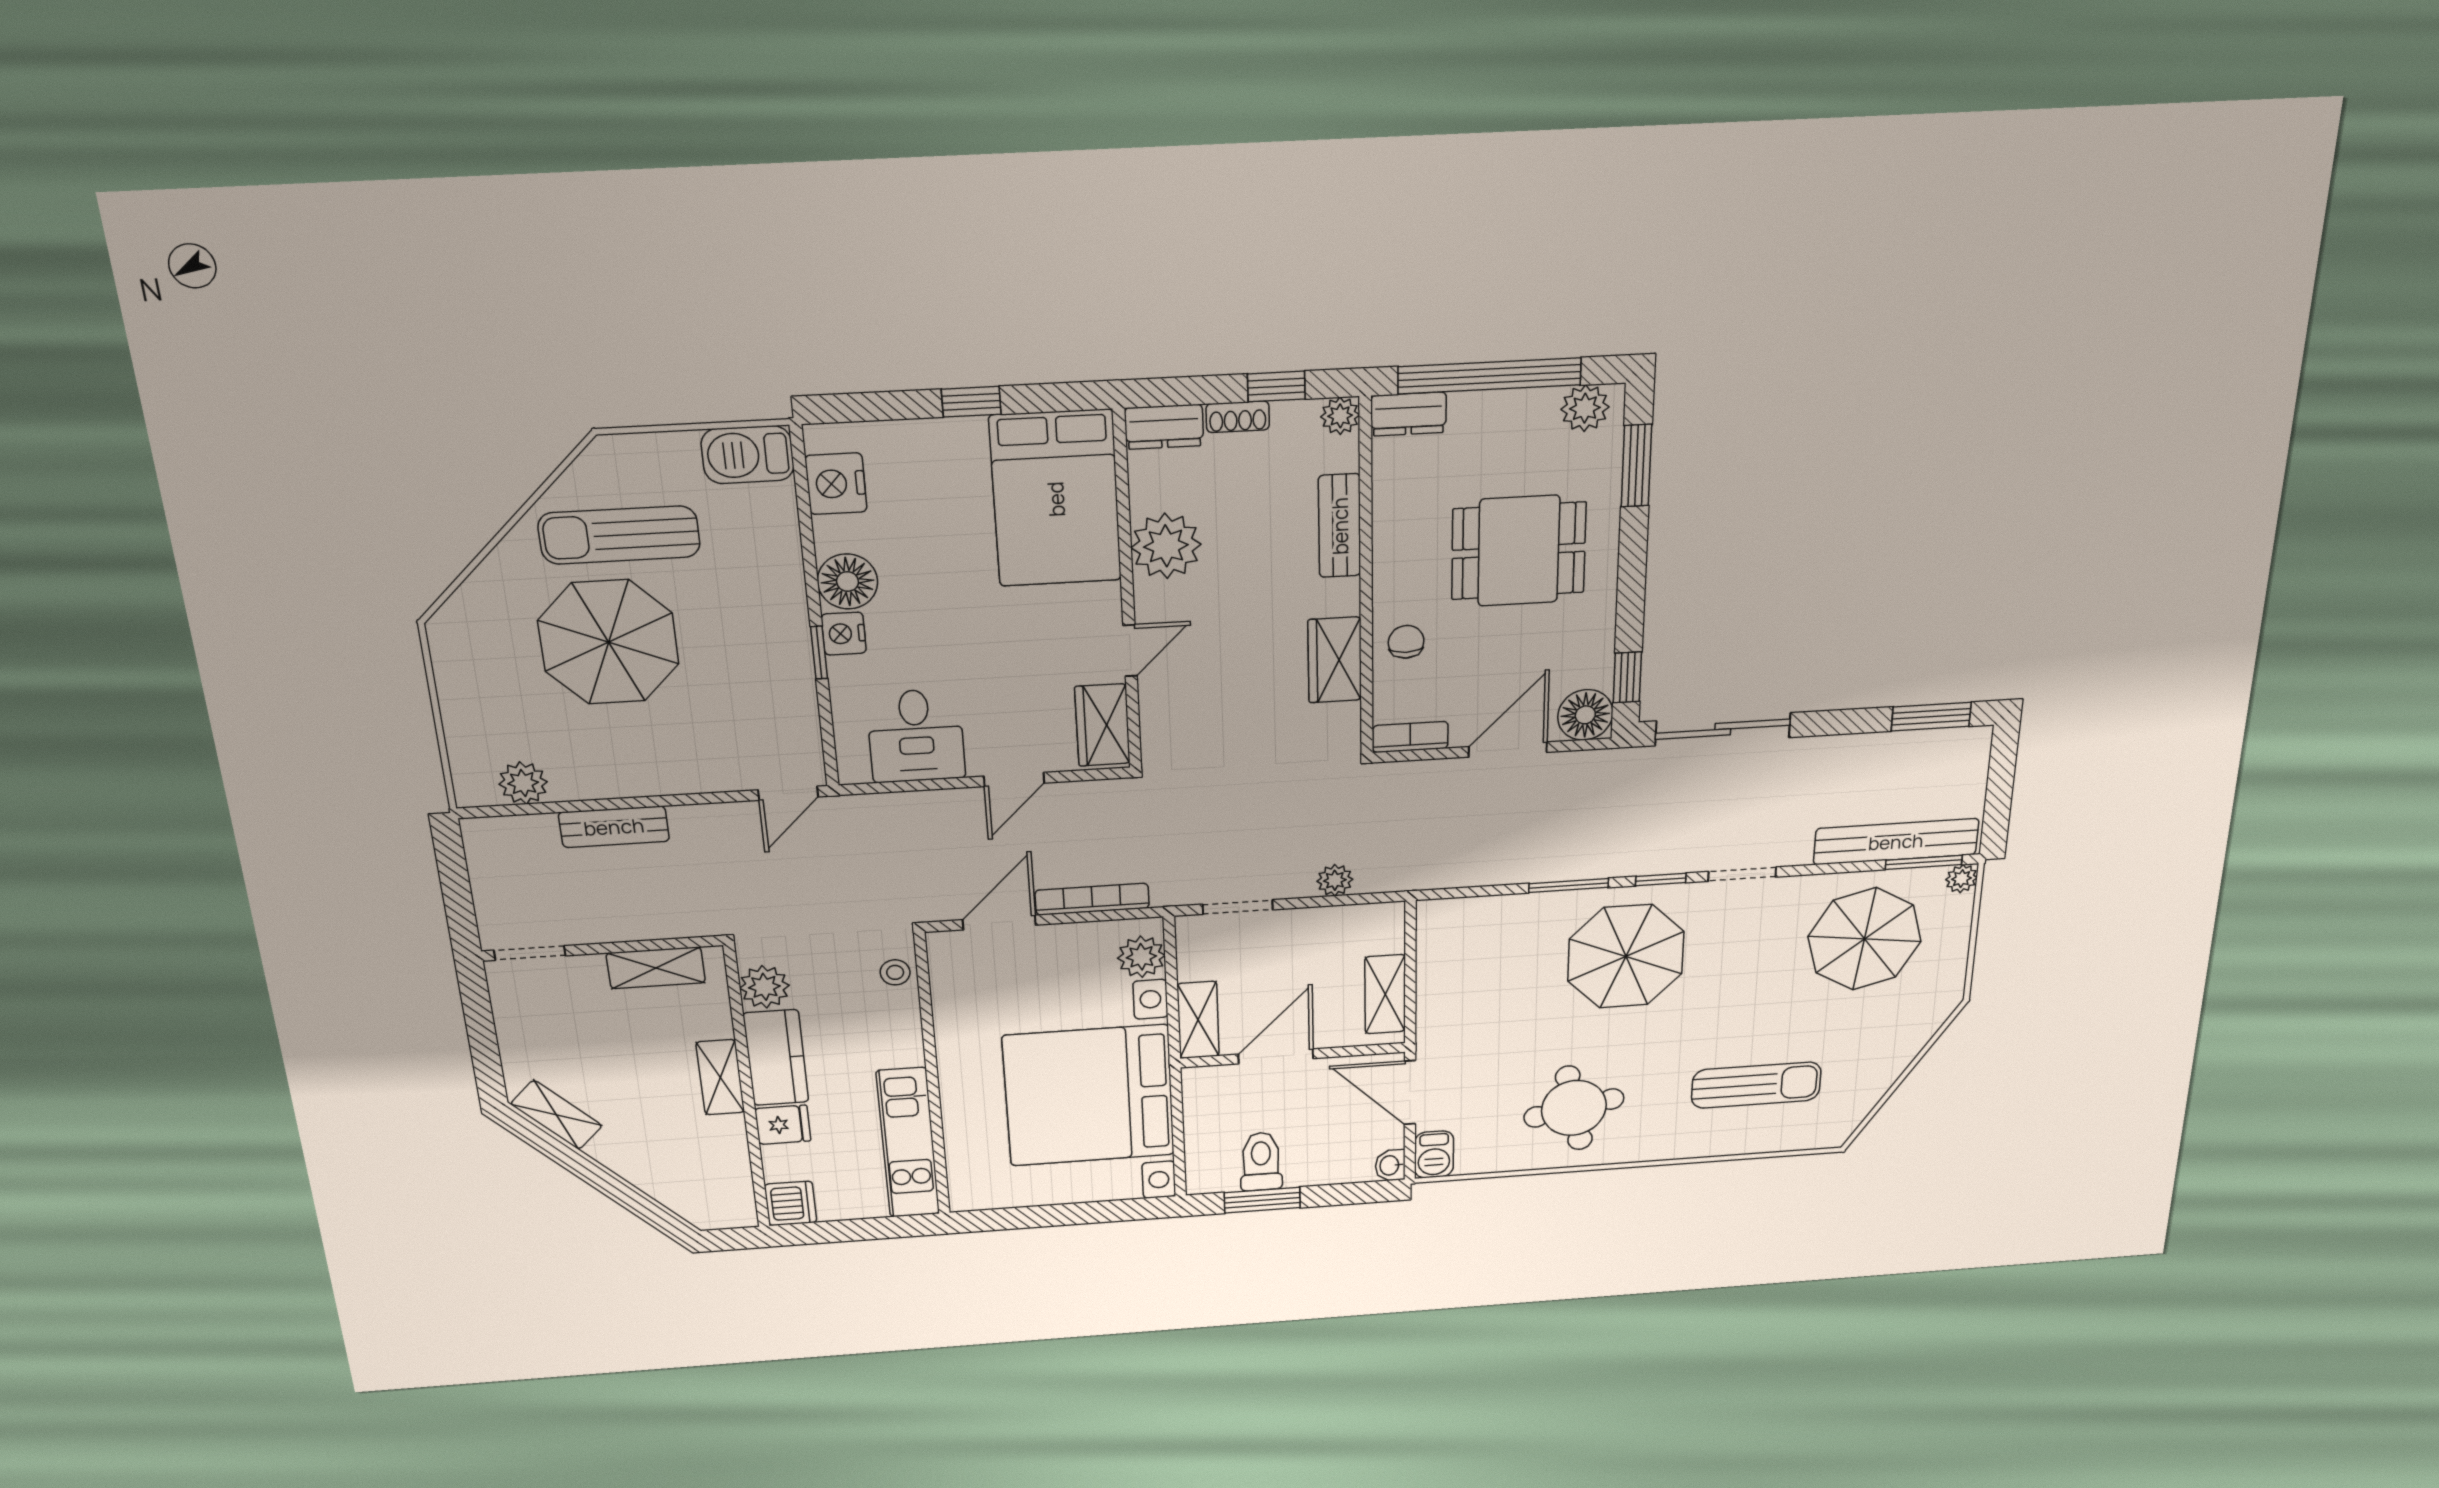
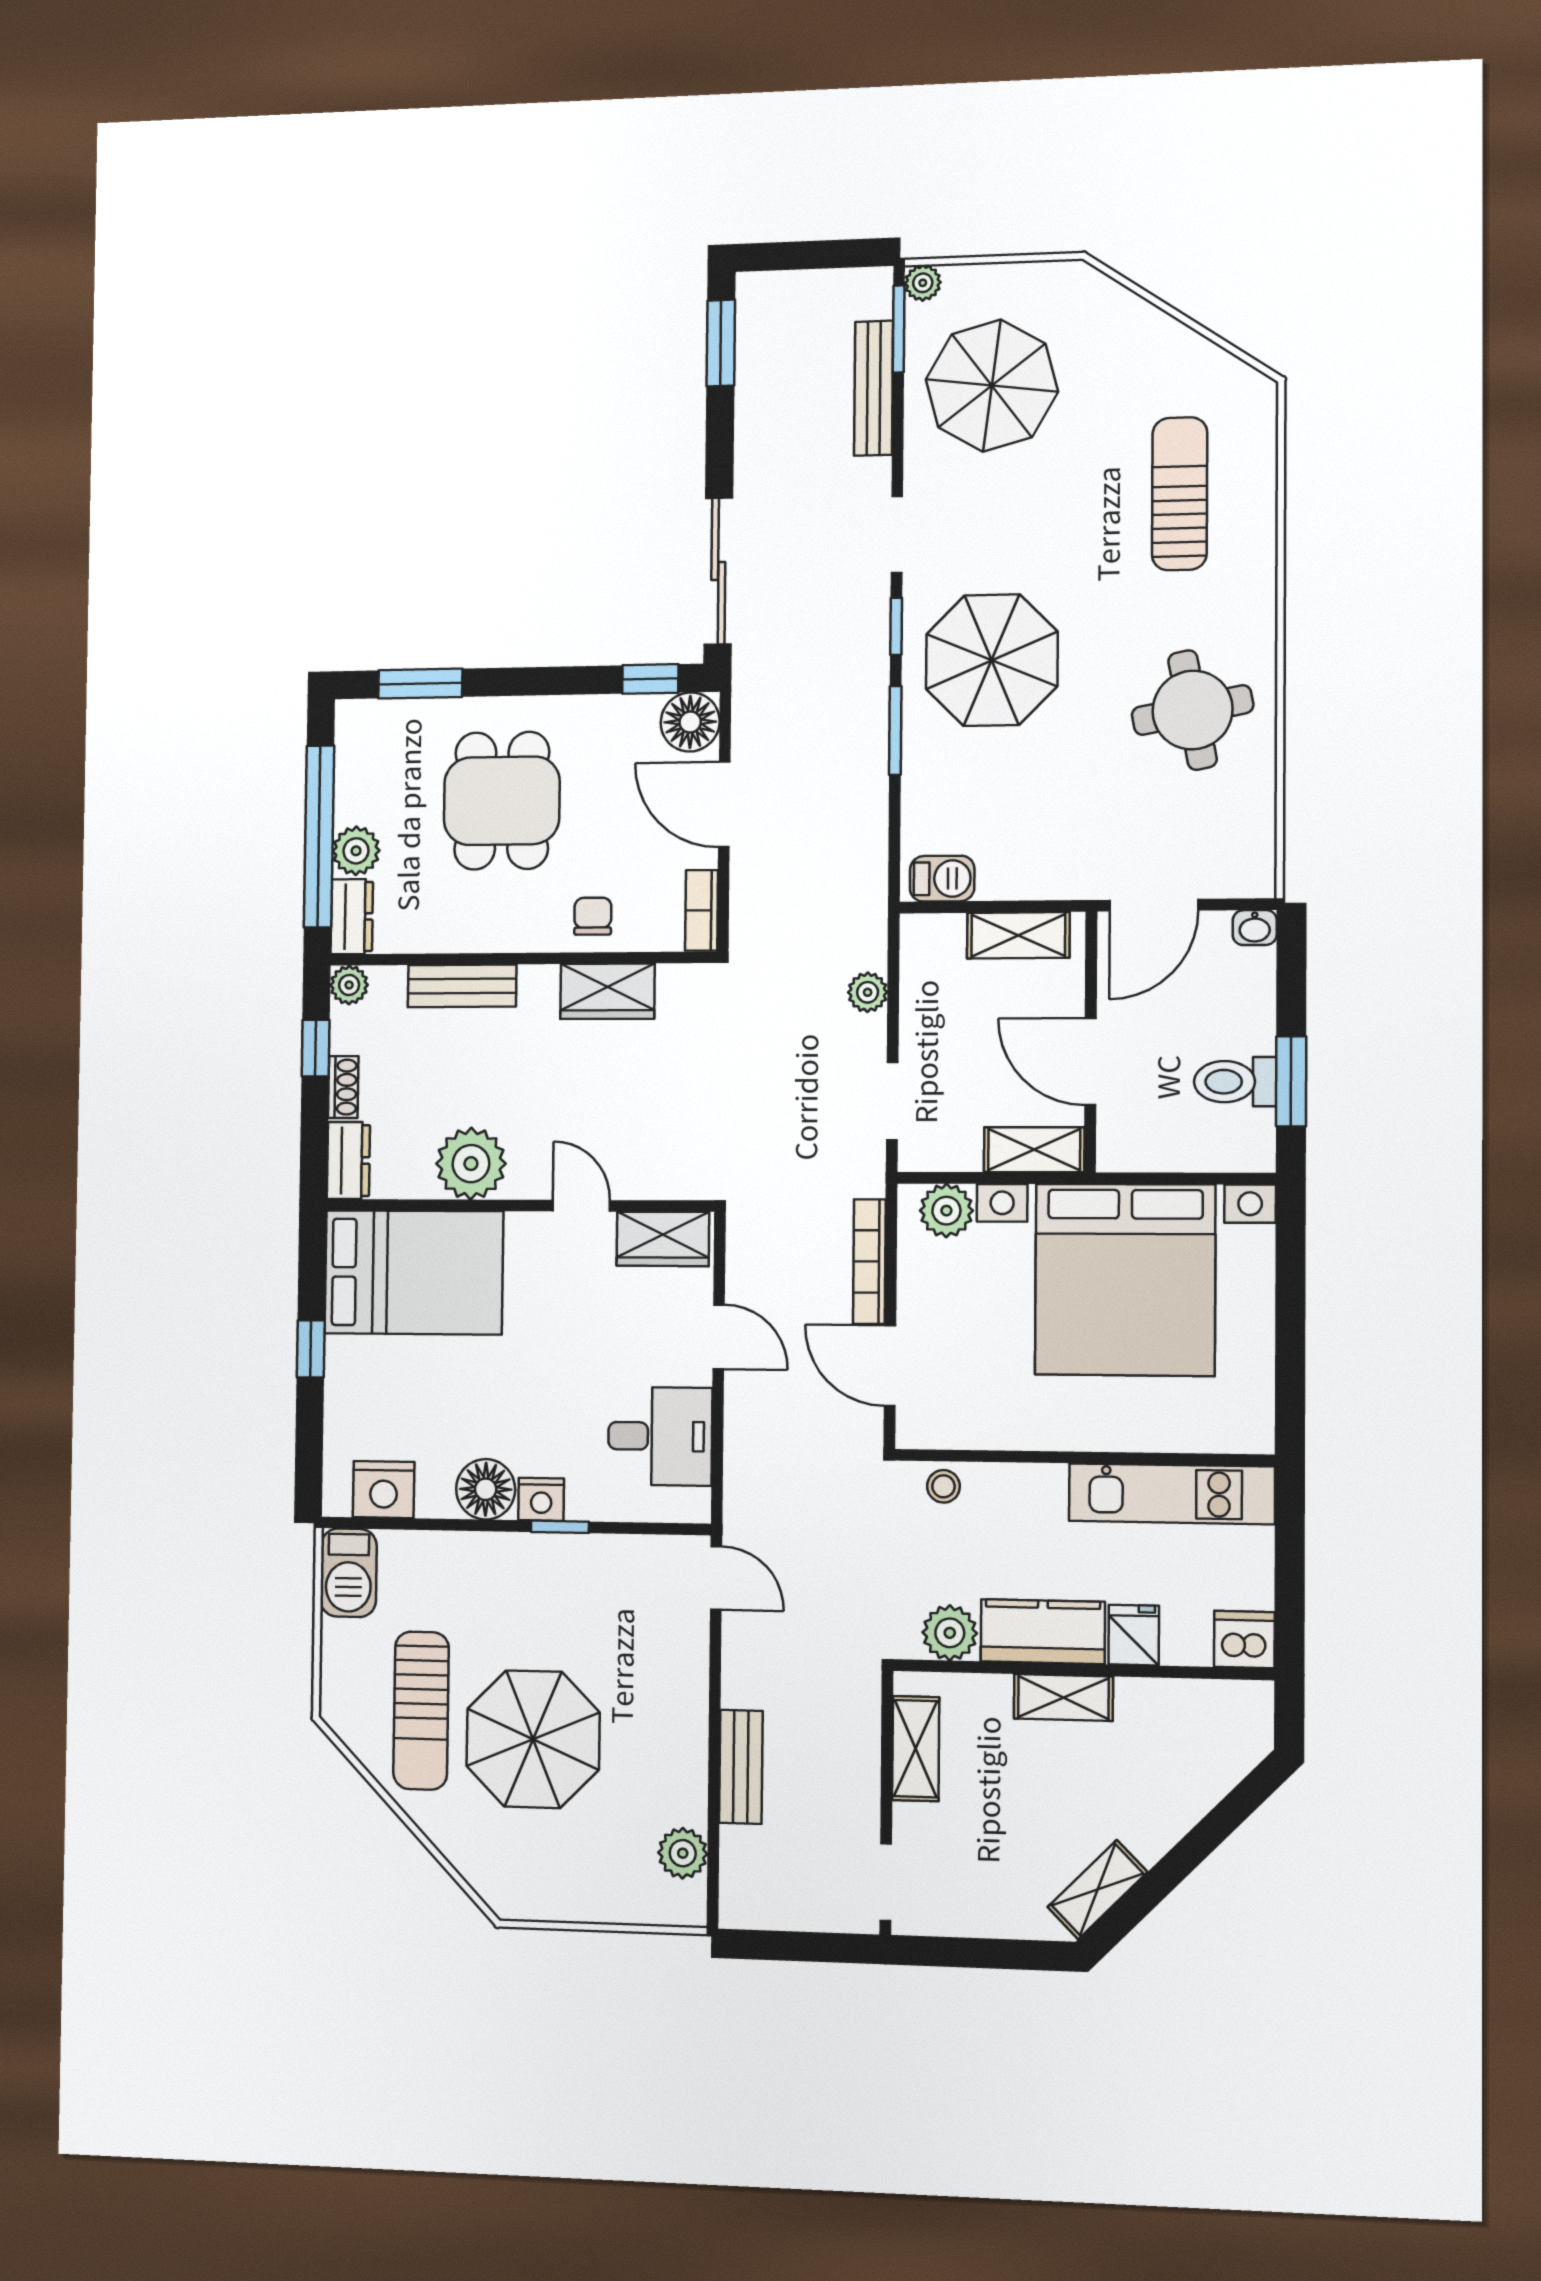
plant: (1585, 408) -> (356, 851), moved
chair: (1406, 642) -> (593, 916), turned 90
bench: (1896, 842) -> (874, 388), width x0.73, depth x0.82
barbecue: (1434, 1154) -> (942, 879), moved

